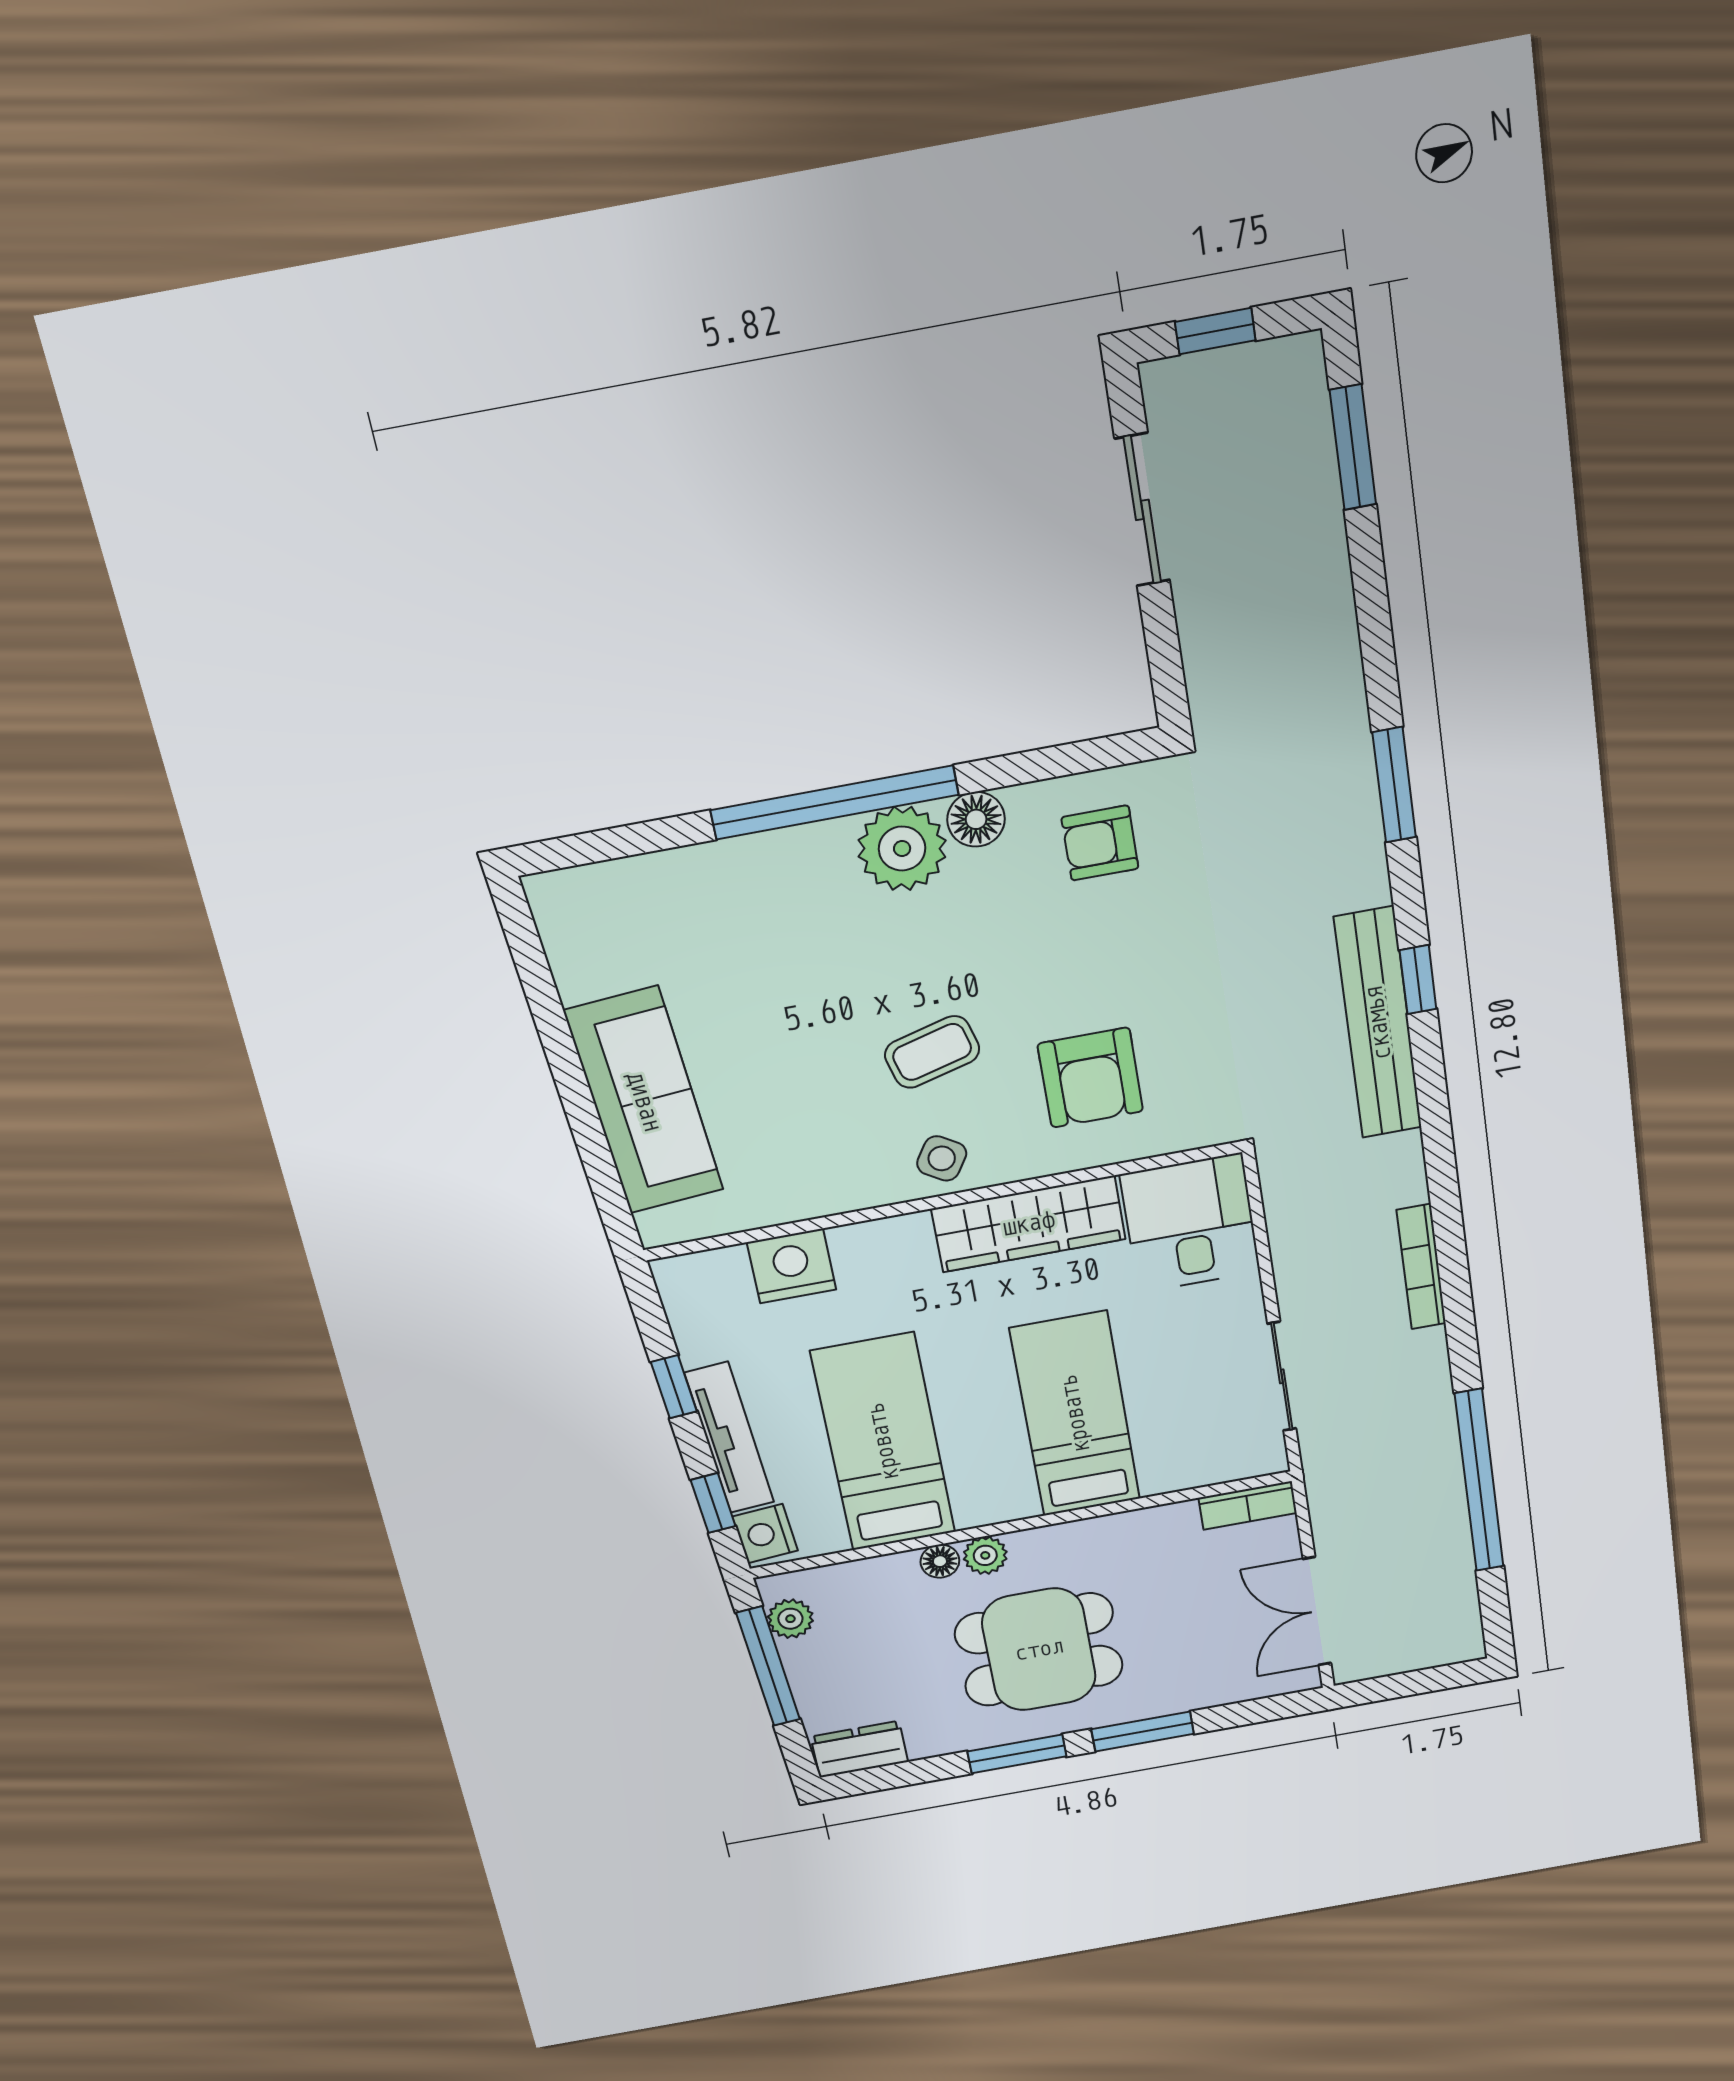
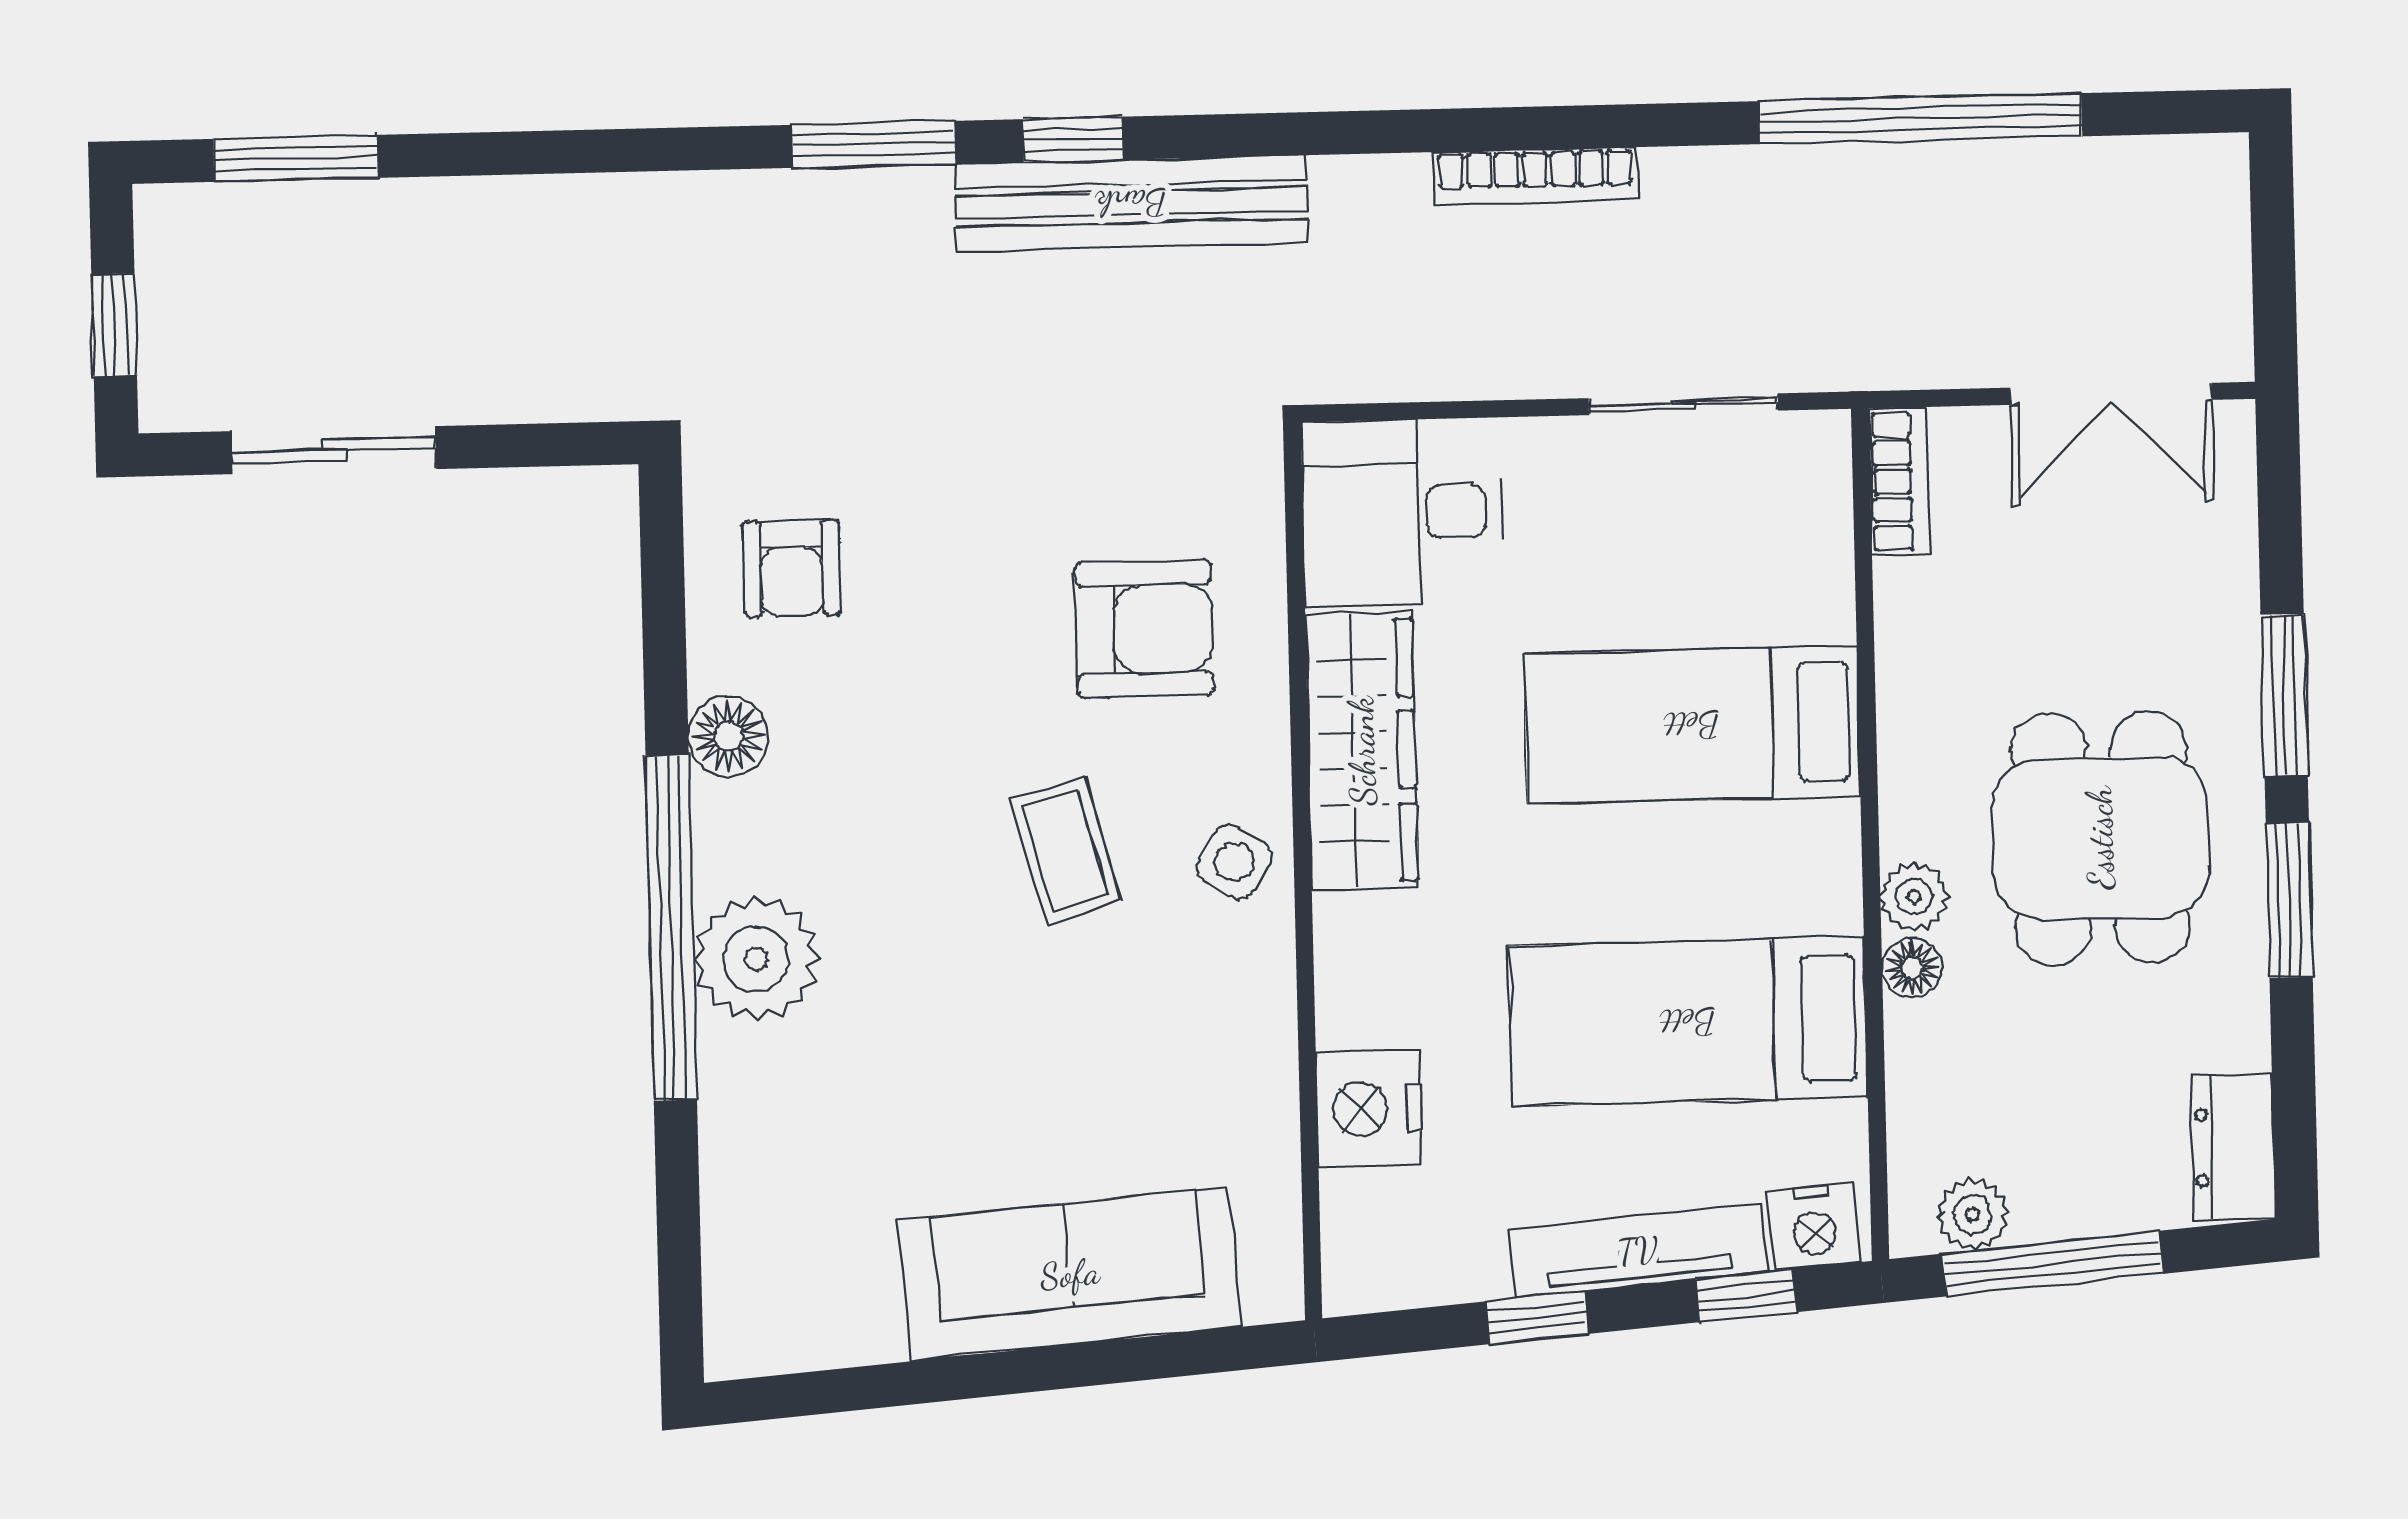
window: (1394, 785) -> (874, 144), moved
plant: (902, 849) -> (756, 959), moved

